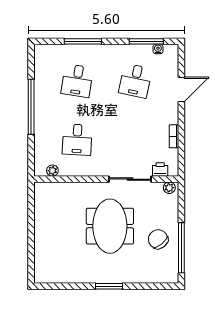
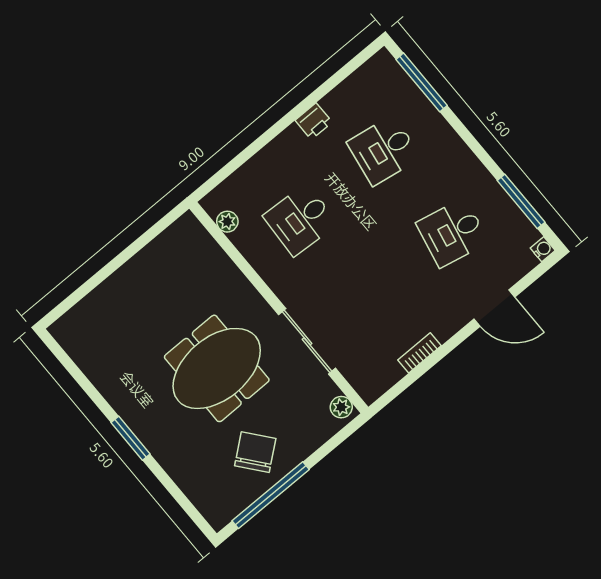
window: (83, 41) -> (422, 82), moved
water cooler: (158, 49) -> (543, 249), moved
window: (31, 107) -> (292, 116), removed
printer: (160, 169) -> (314, 121), moved, turned 90

